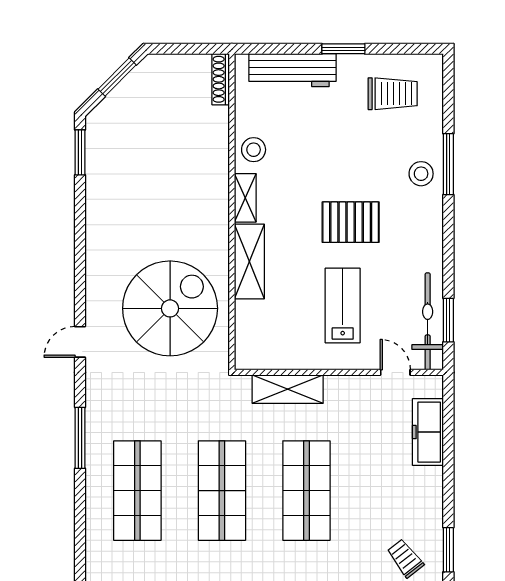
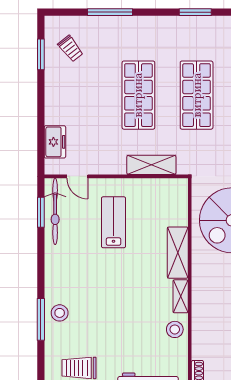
pallet: (351, 222) -> (108, 280), removed
lab bench: (343, 306) -> (114, 222), turned 180
freezer: (428, 432) -> (55, 142), width x0.71

